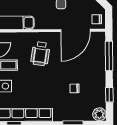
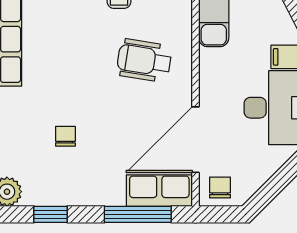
door: (75, 30) -> (195, 140), hinge flipped
row of seats: (98, 46) -> (159, 191), added

